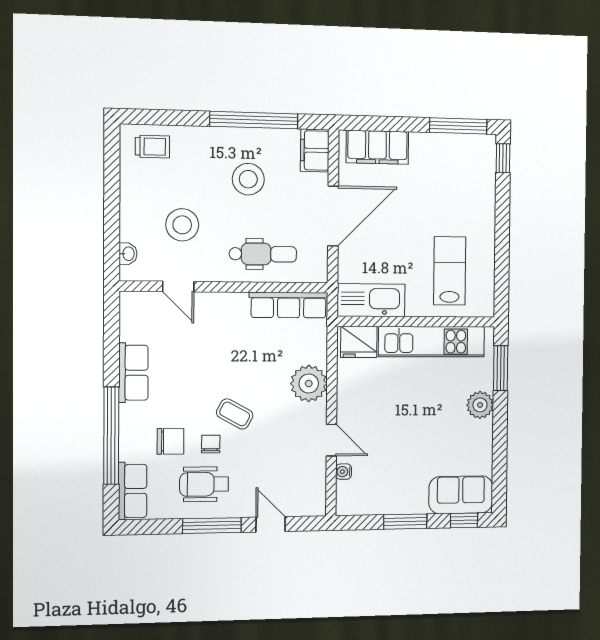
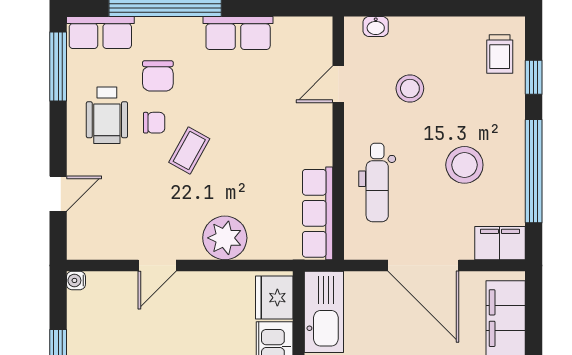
window: (173, 118) -> (534, 77), added
stool: (182, 225) -> (410, 88), width x0.73, depth x0.73
water cooler: (344, 472) -> (76, 280), moved, turned -90
wheelchair: (204, 484) -> (107, 115), turned 180
window: (212, 526) -> (58, 67), moved

